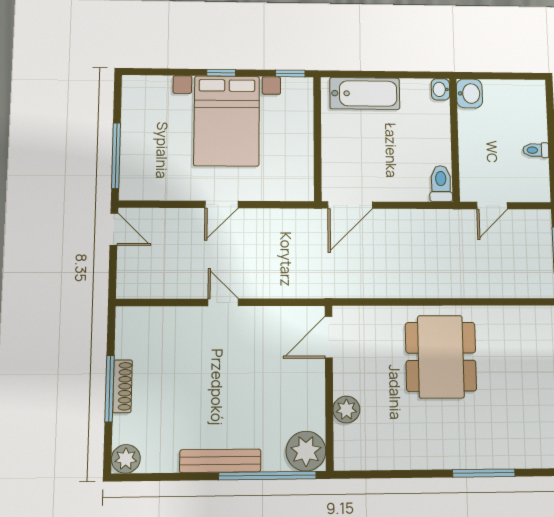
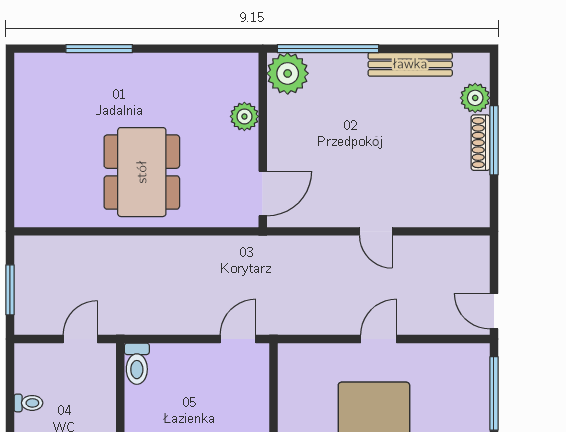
door: (350, 205) -> (238, 339), width x0.73
plant: (126, 459) -> (475, 98), moved
bench: (220, 461) -> (410, 64), moved

